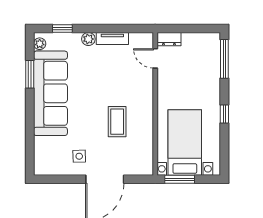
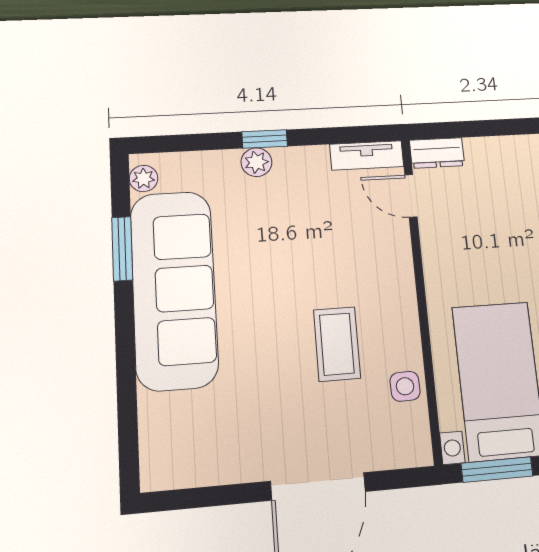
window: (62, 28) -> (265, 139), moved
tv unit: (112, 39) -> (367, 155), moved
side table: (79, 156) -> (405, 386), moved

